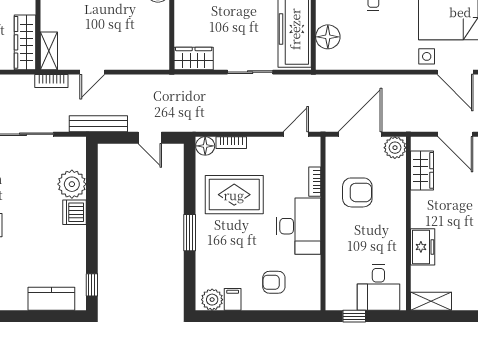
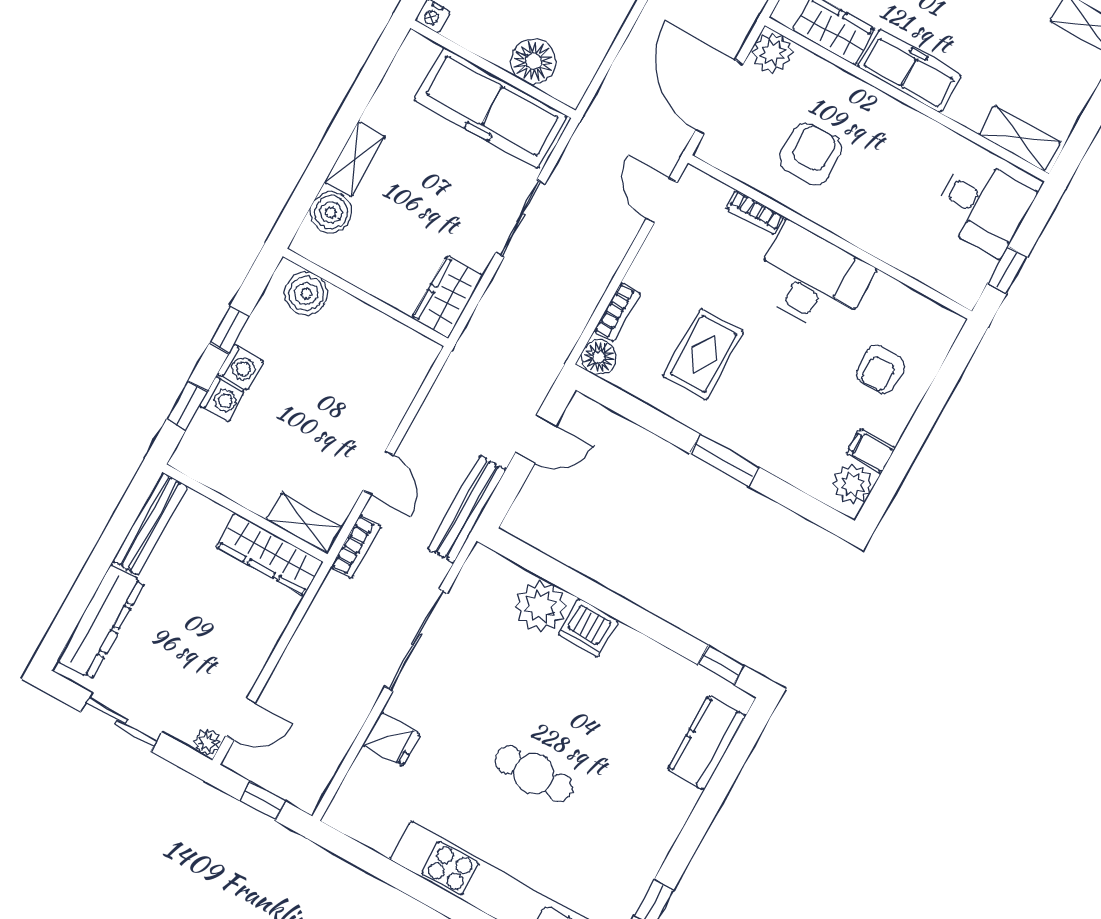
rug: (234, 195) -> (703, 354), width x0.73, depth x0.70
freezer: (423, 247) -> (909, 71), moved, width x1.40
shelving: (431, 301) -> (1020, 138), moved, turned 90

